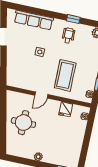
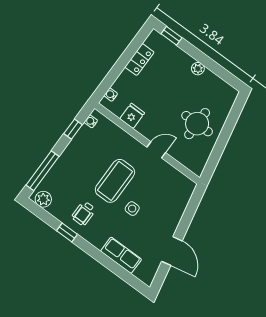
row of seats: (34, 20) -> (121, 255), width x0.68
coffee table: (65, 75) -> (115, 181), moved
locker: (77, 146) -> (139, 60), added

